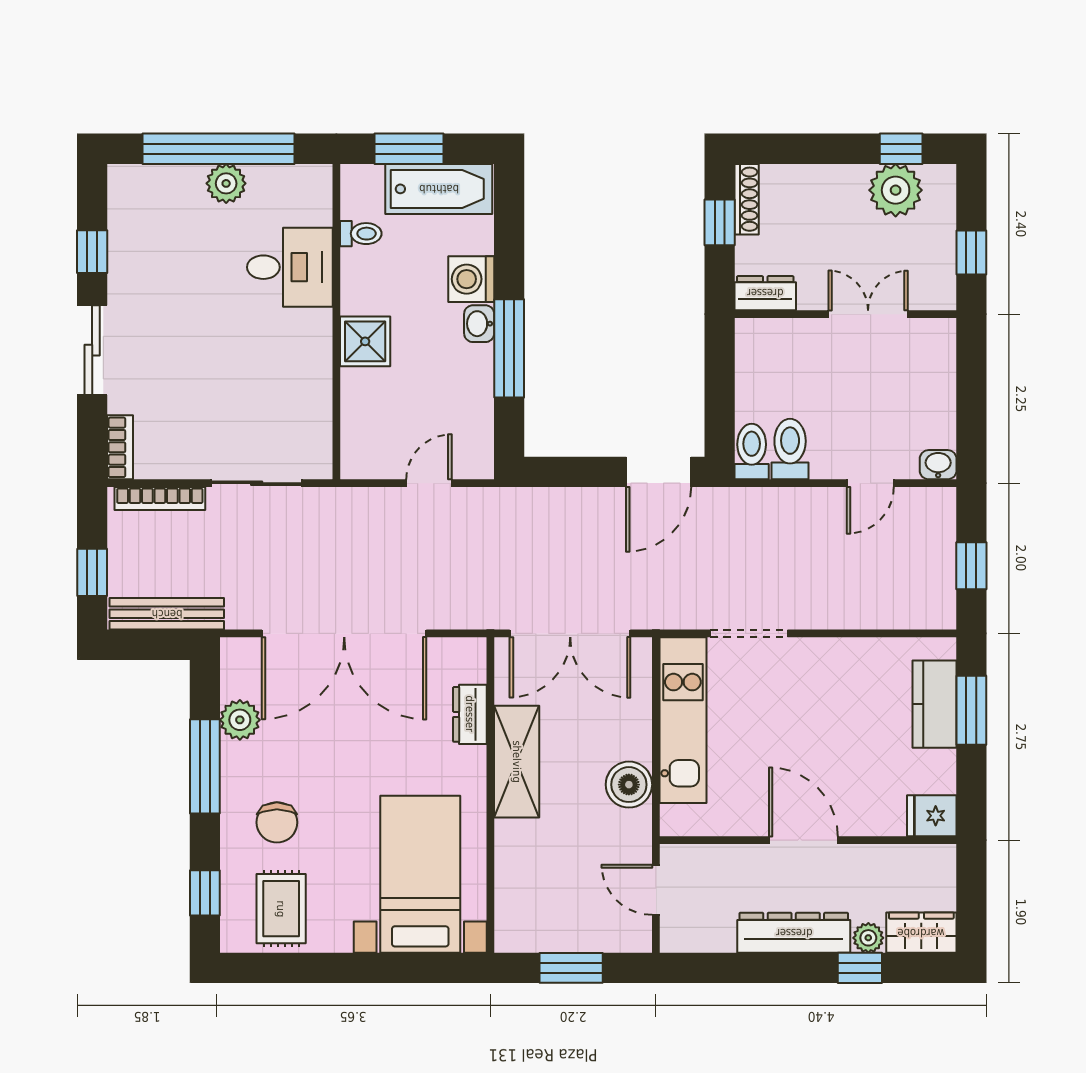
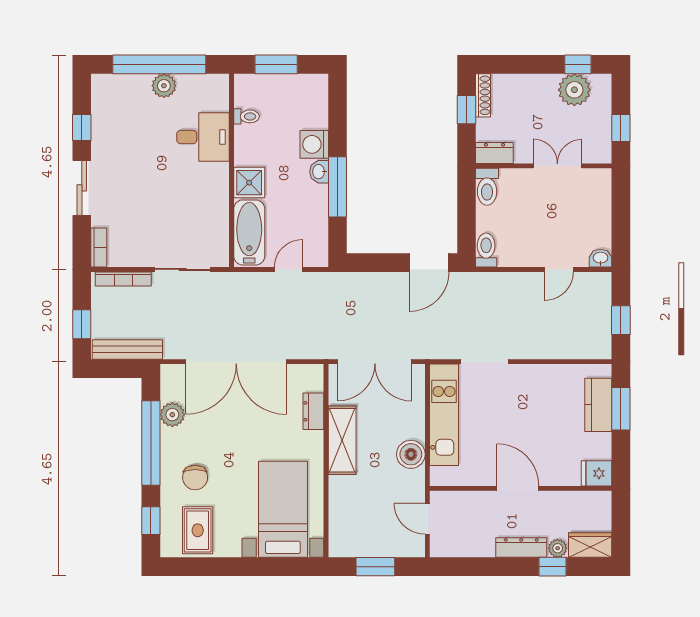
bathtub: (439, 189) -> (249, 232), moved, turned -90
toilet: (790, 449) -> (487, 187), moved, turned 180
window: (205, 766) -> (151, 443), width x1.46
dresser: (794, 933) -> (521, 548), width x0.73, depth x0.80

